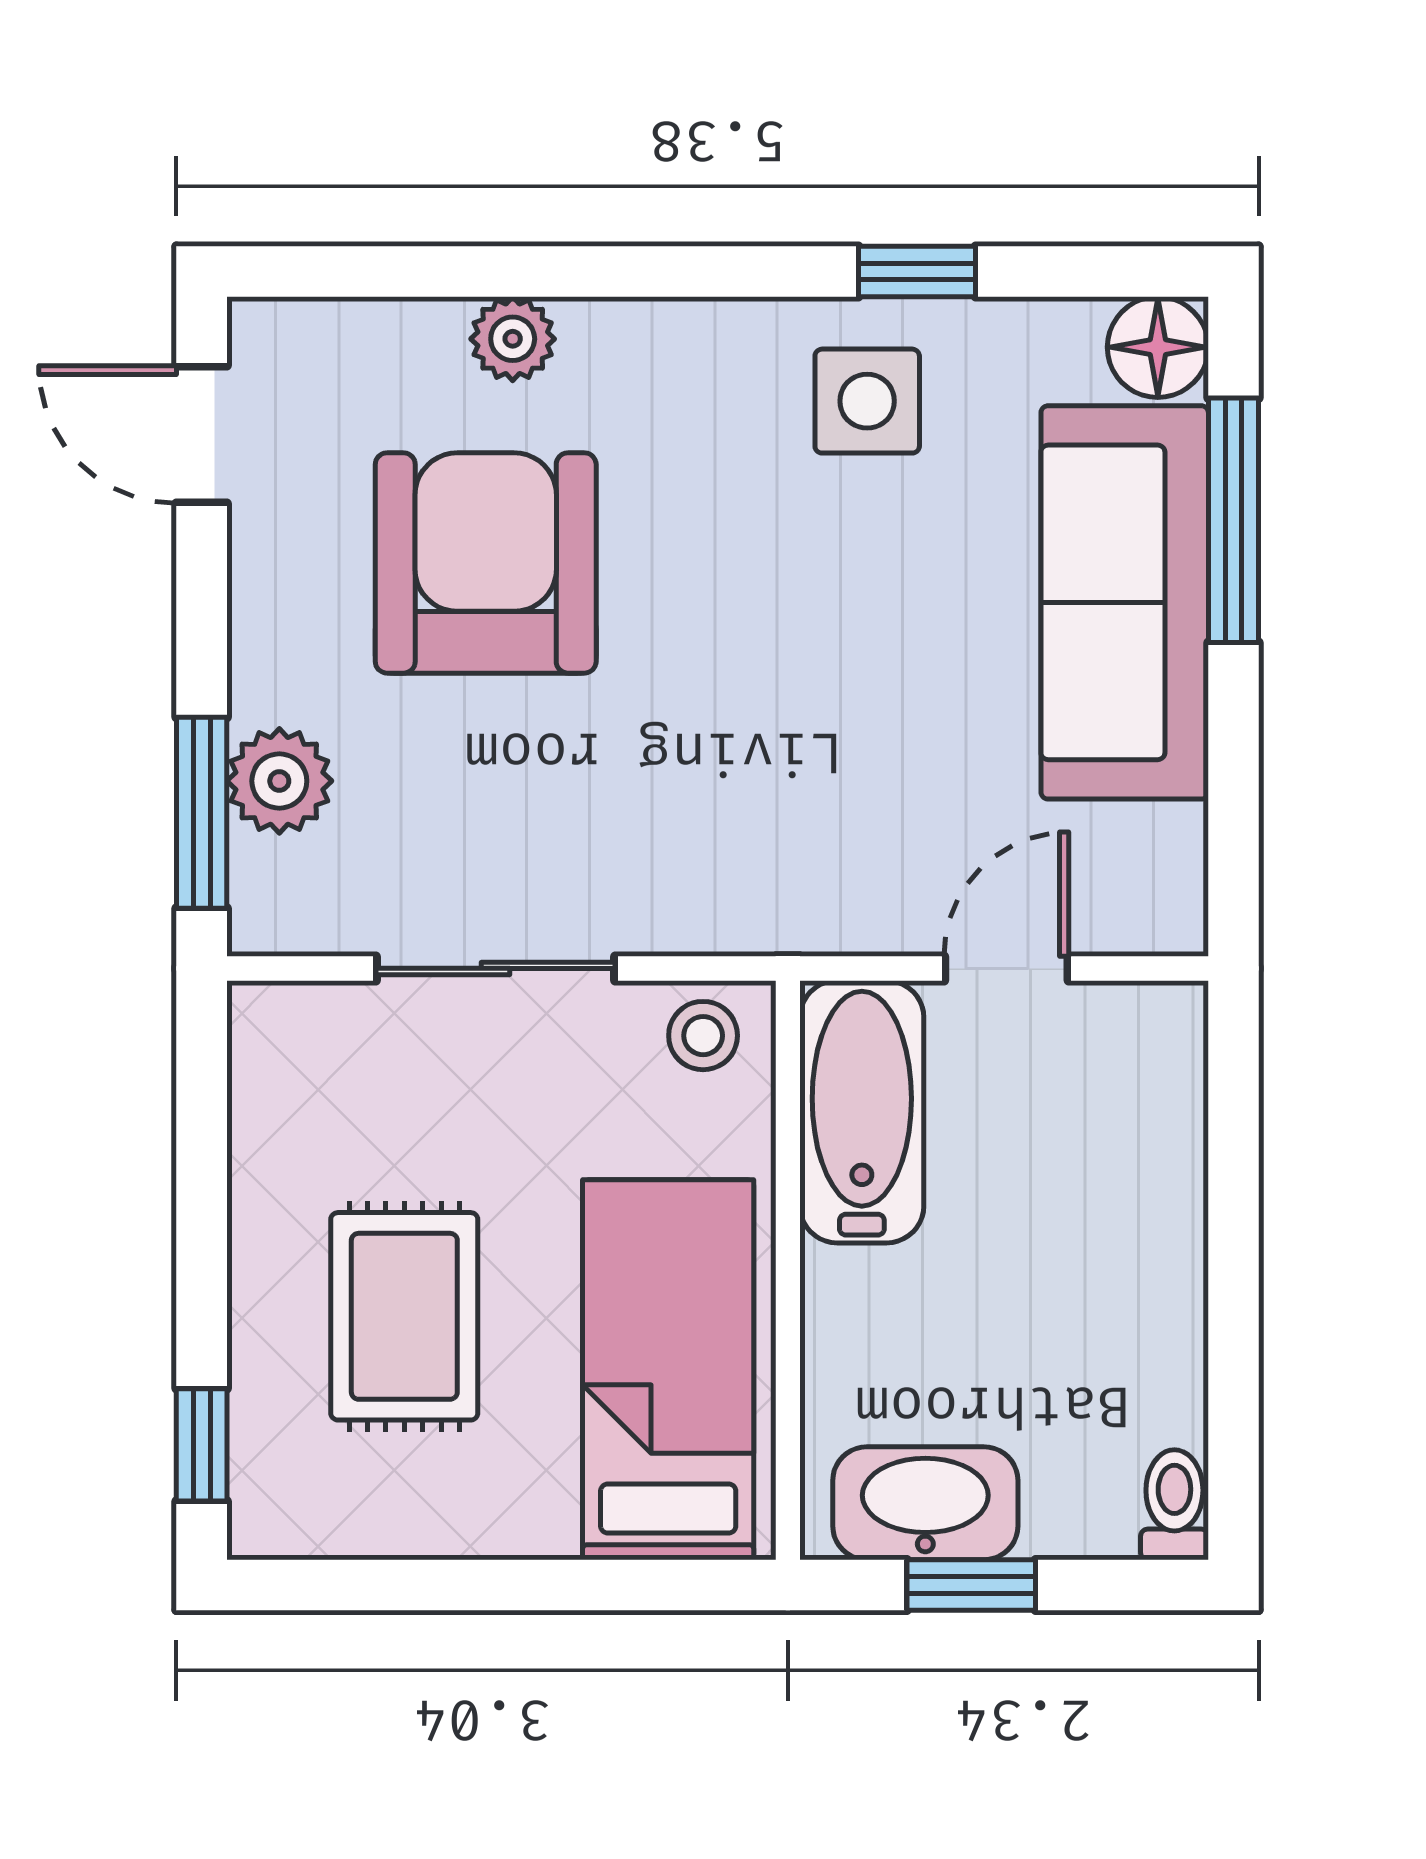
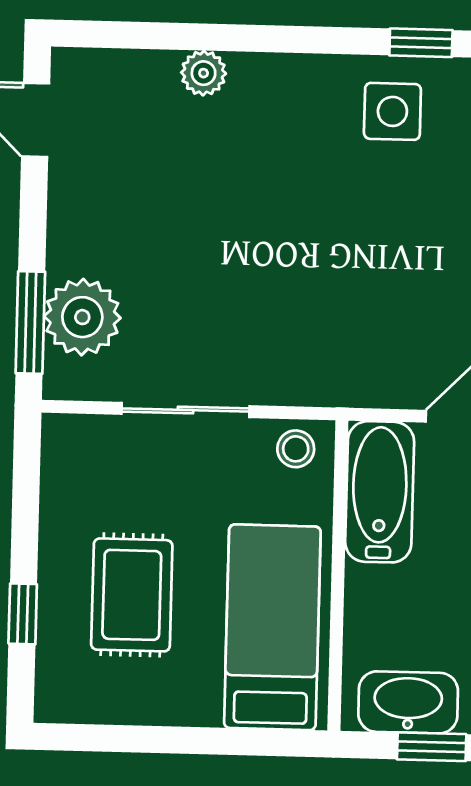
armchair: (486, 563) -> (186, 193), removed
plant: (279, 781) -> (82, 317), width x1.36, depth x1.36
window: (202, 1445) -> (23, 614), moved

